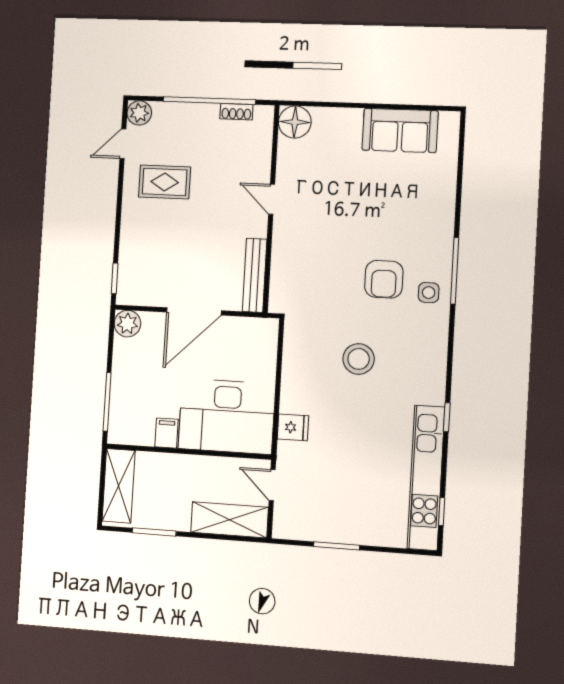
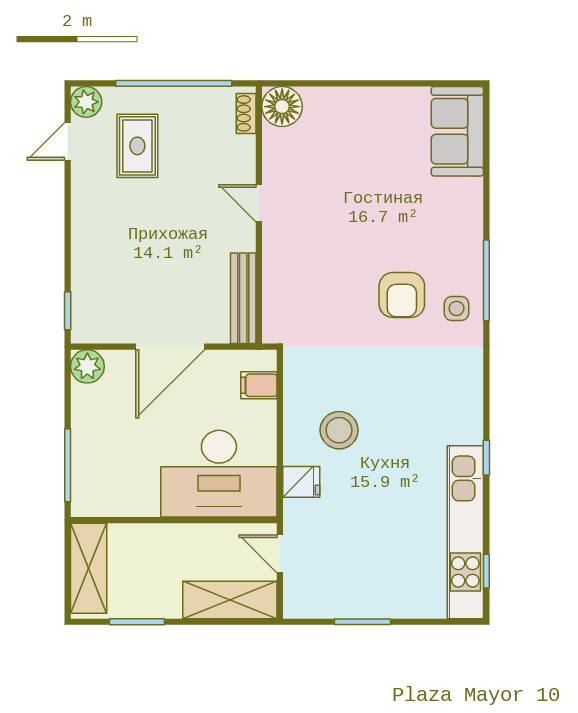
shoe rack: (236, 112) -> (246, 113), moved, turned 90
sofa: (400, 130) -> (457, 131), moved, turned 90
rug: (165, 182) -> (137, 146), moved, turned 90
stool: (359, 359) -> (339, 430), moved
filing cabinet: (166, 433) -> (259, 385), moved, turned -90

